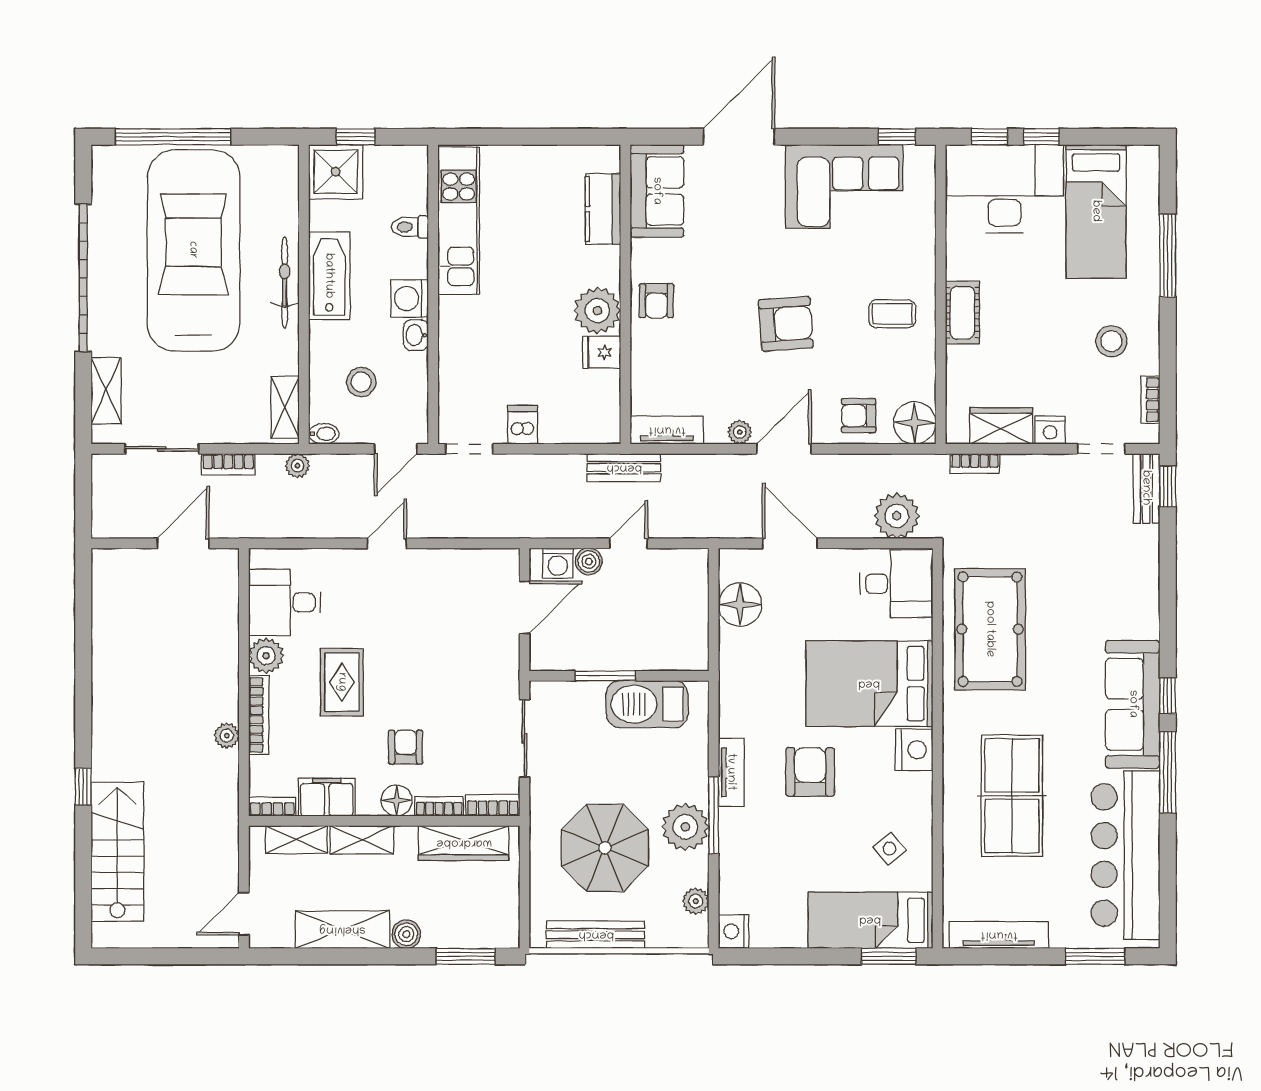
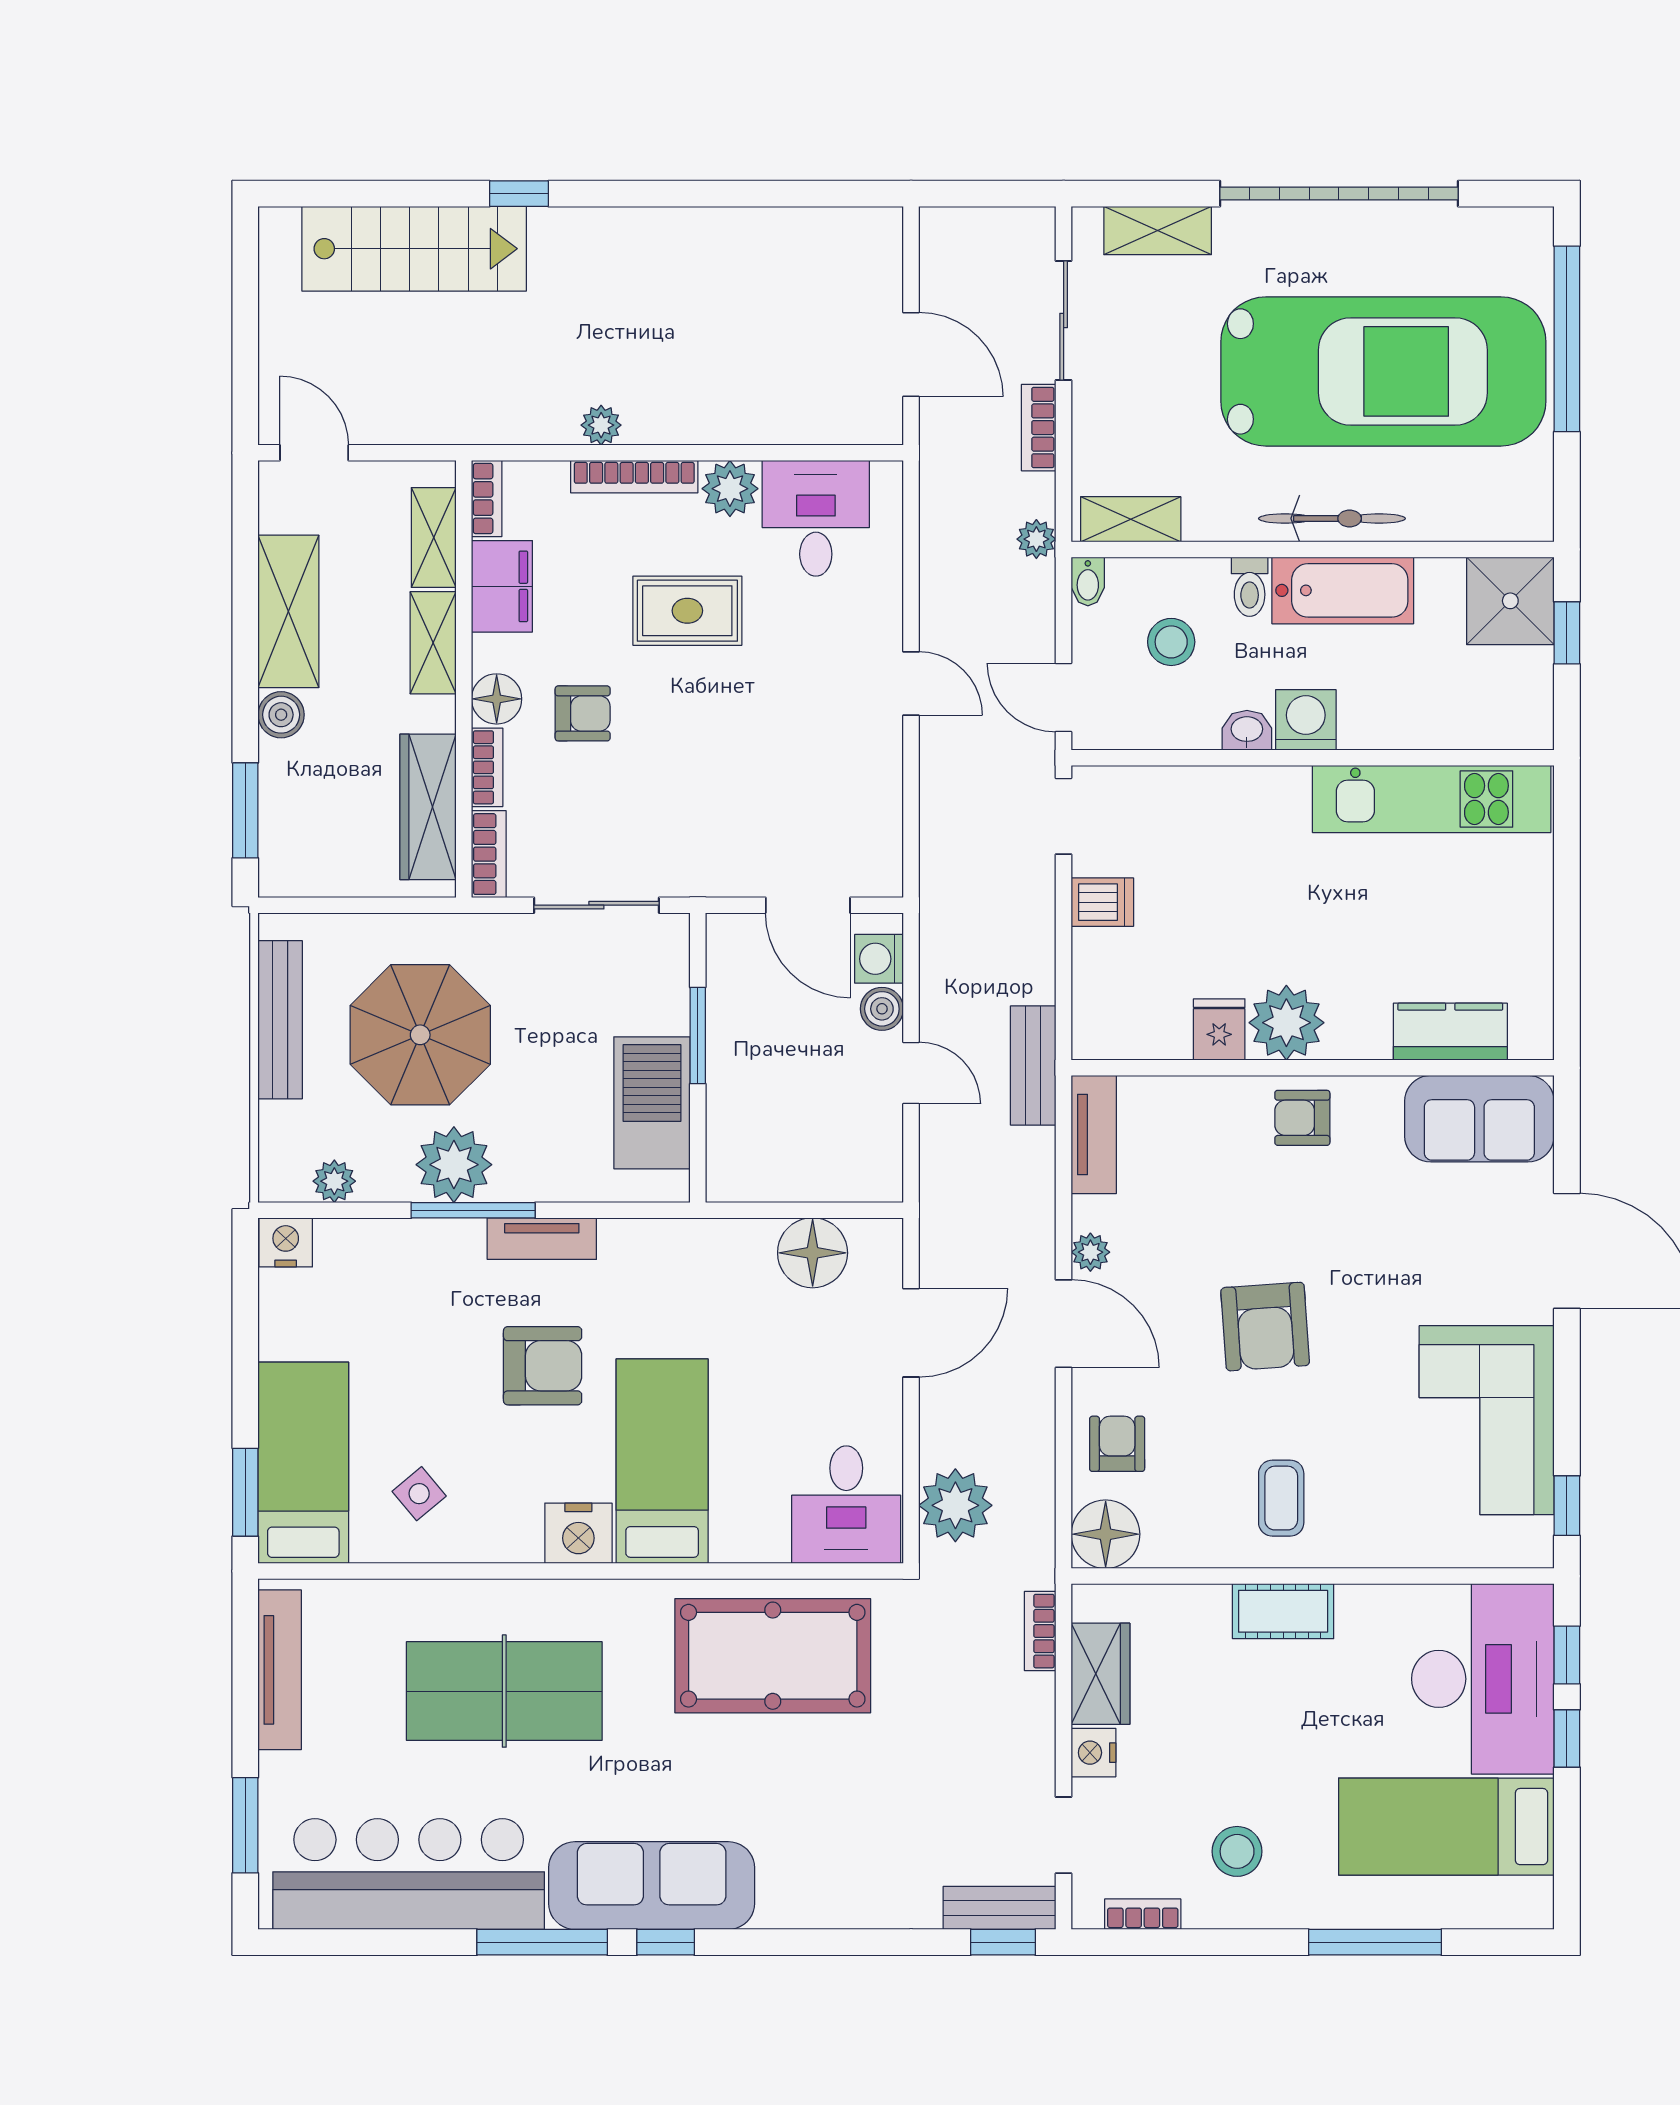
toilet: (410, 227) -> (1250, 587), moved, turned 180
bed: (869, 684) -> (662, 1461), width x0.67

